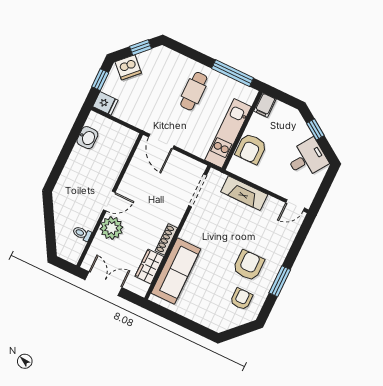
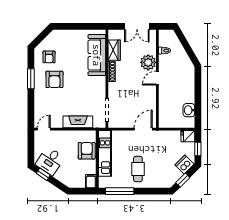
window: (315, 129) -> (43, 174), moved
door: (161, 141) -> (143, 129), hinge flipped

